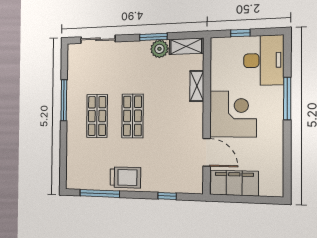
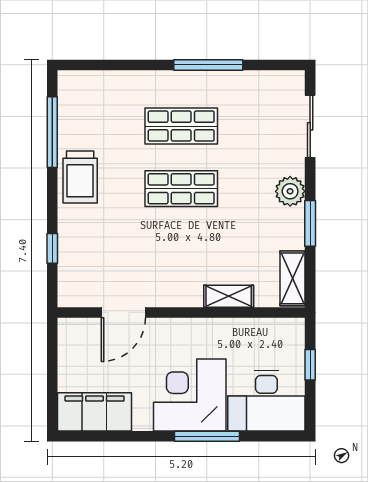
plant: (159, 49) -> (290, 191), moved
corner desk: (233, 114) -> (190, 395), moved, turned 180
filing cabinet: (234, 183) -> (94, 412), moved, turned -90

